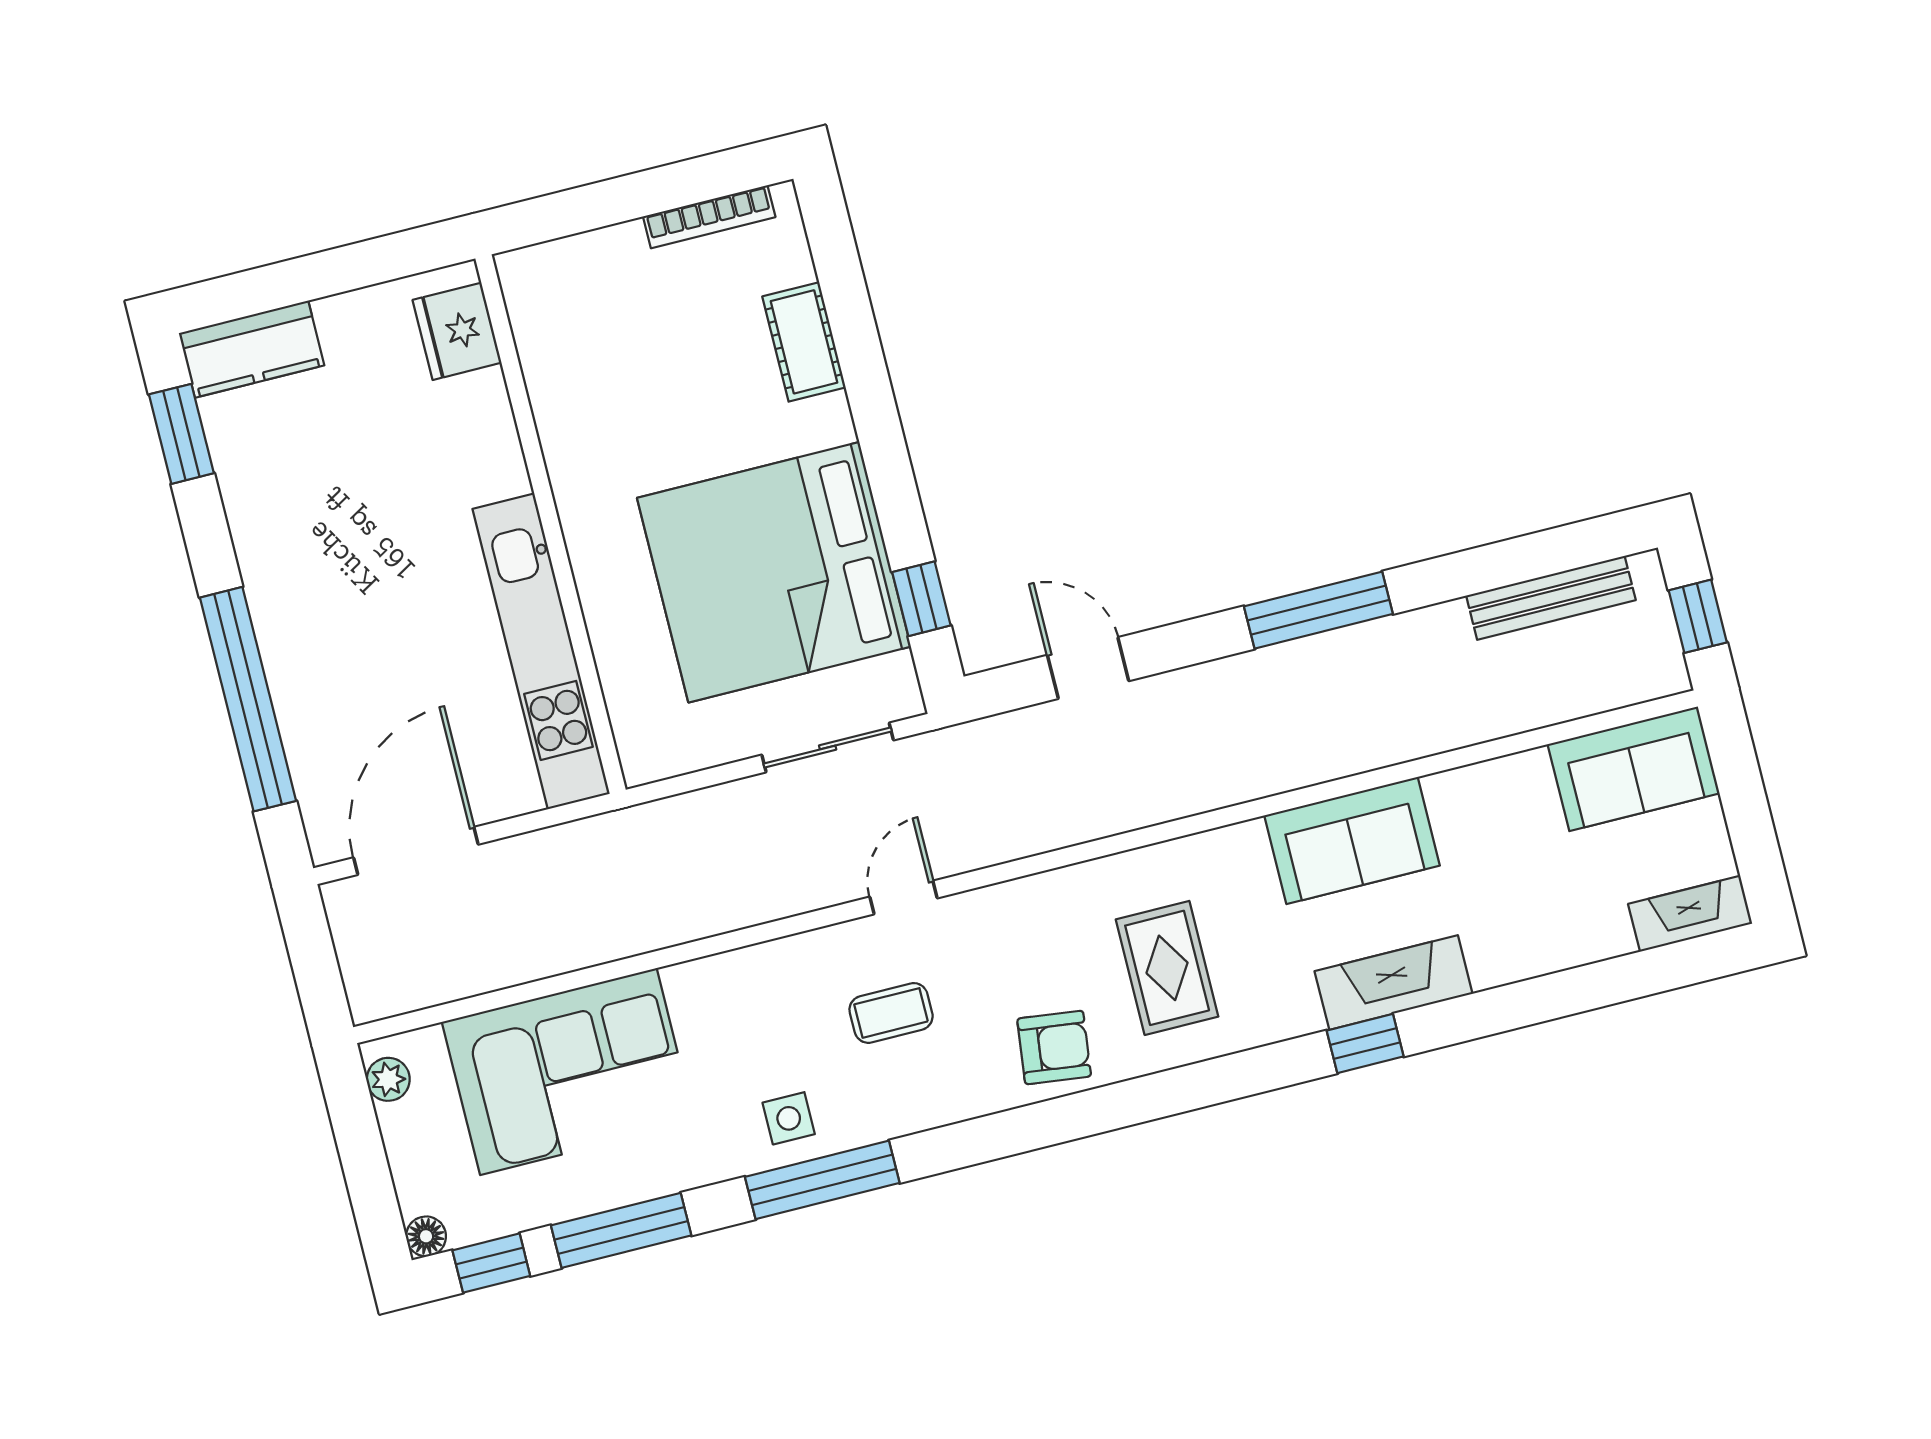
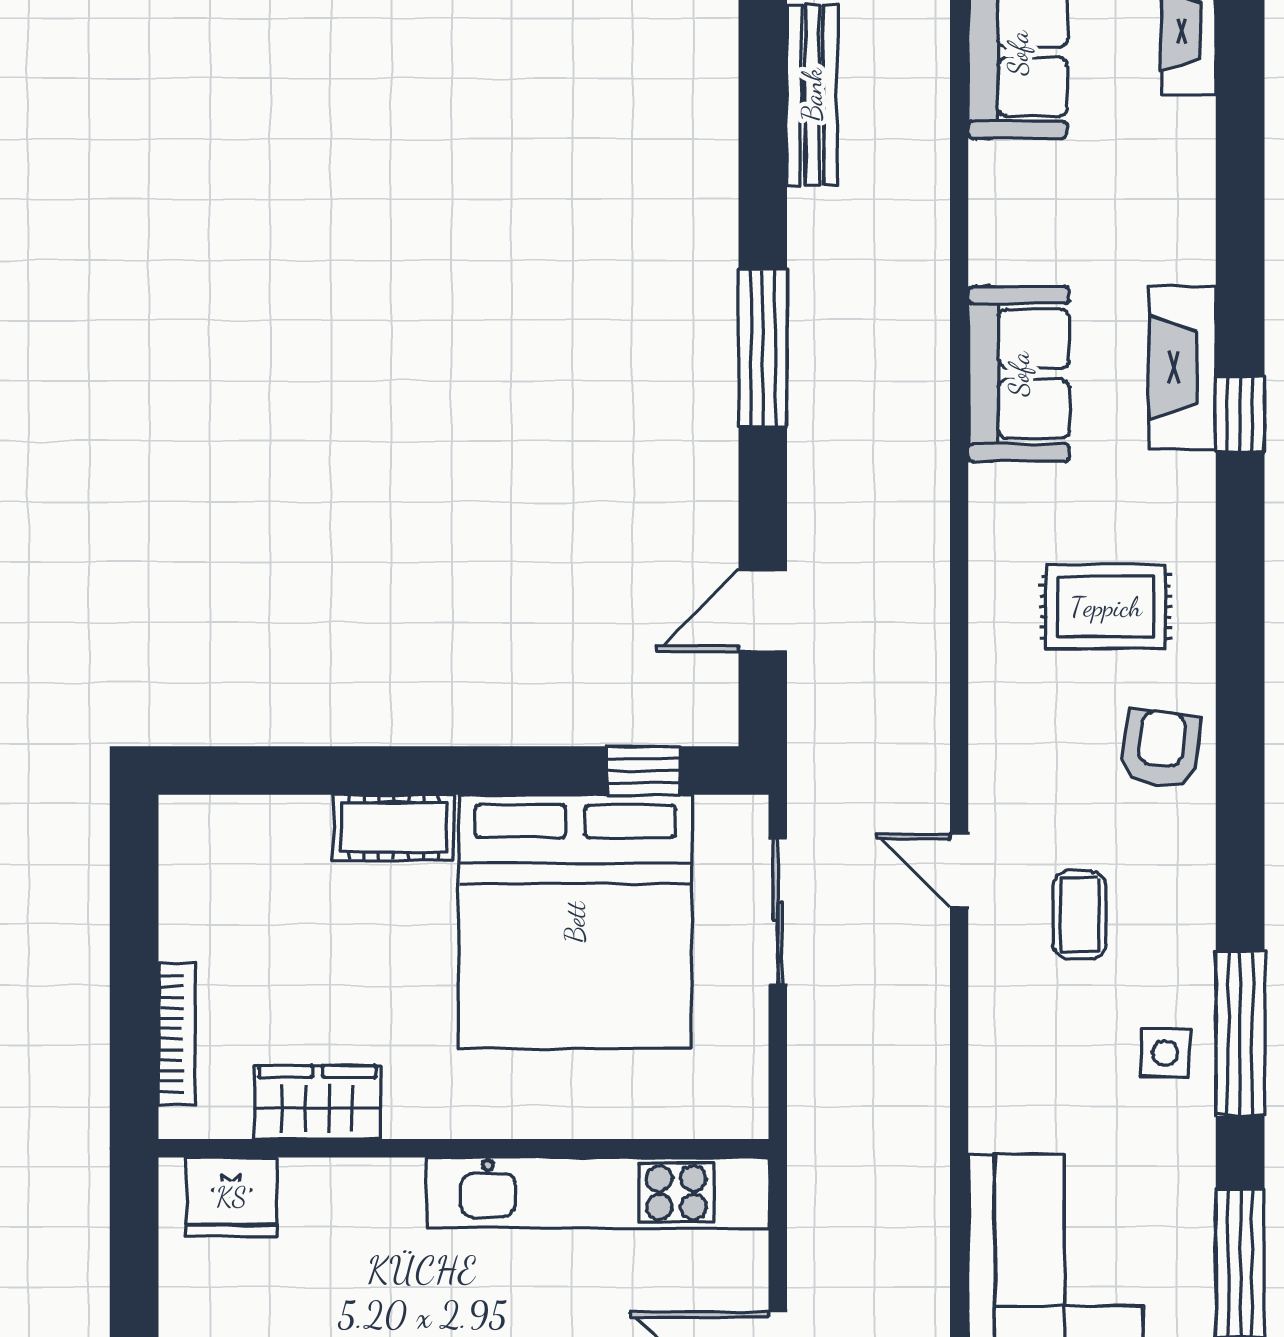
bookcase: (709, 217) -> (176, 1034), moved
cot: (804, 342) -> (394, 827), moved
wardrobe: (559, 386) -> (317, 1102), added

